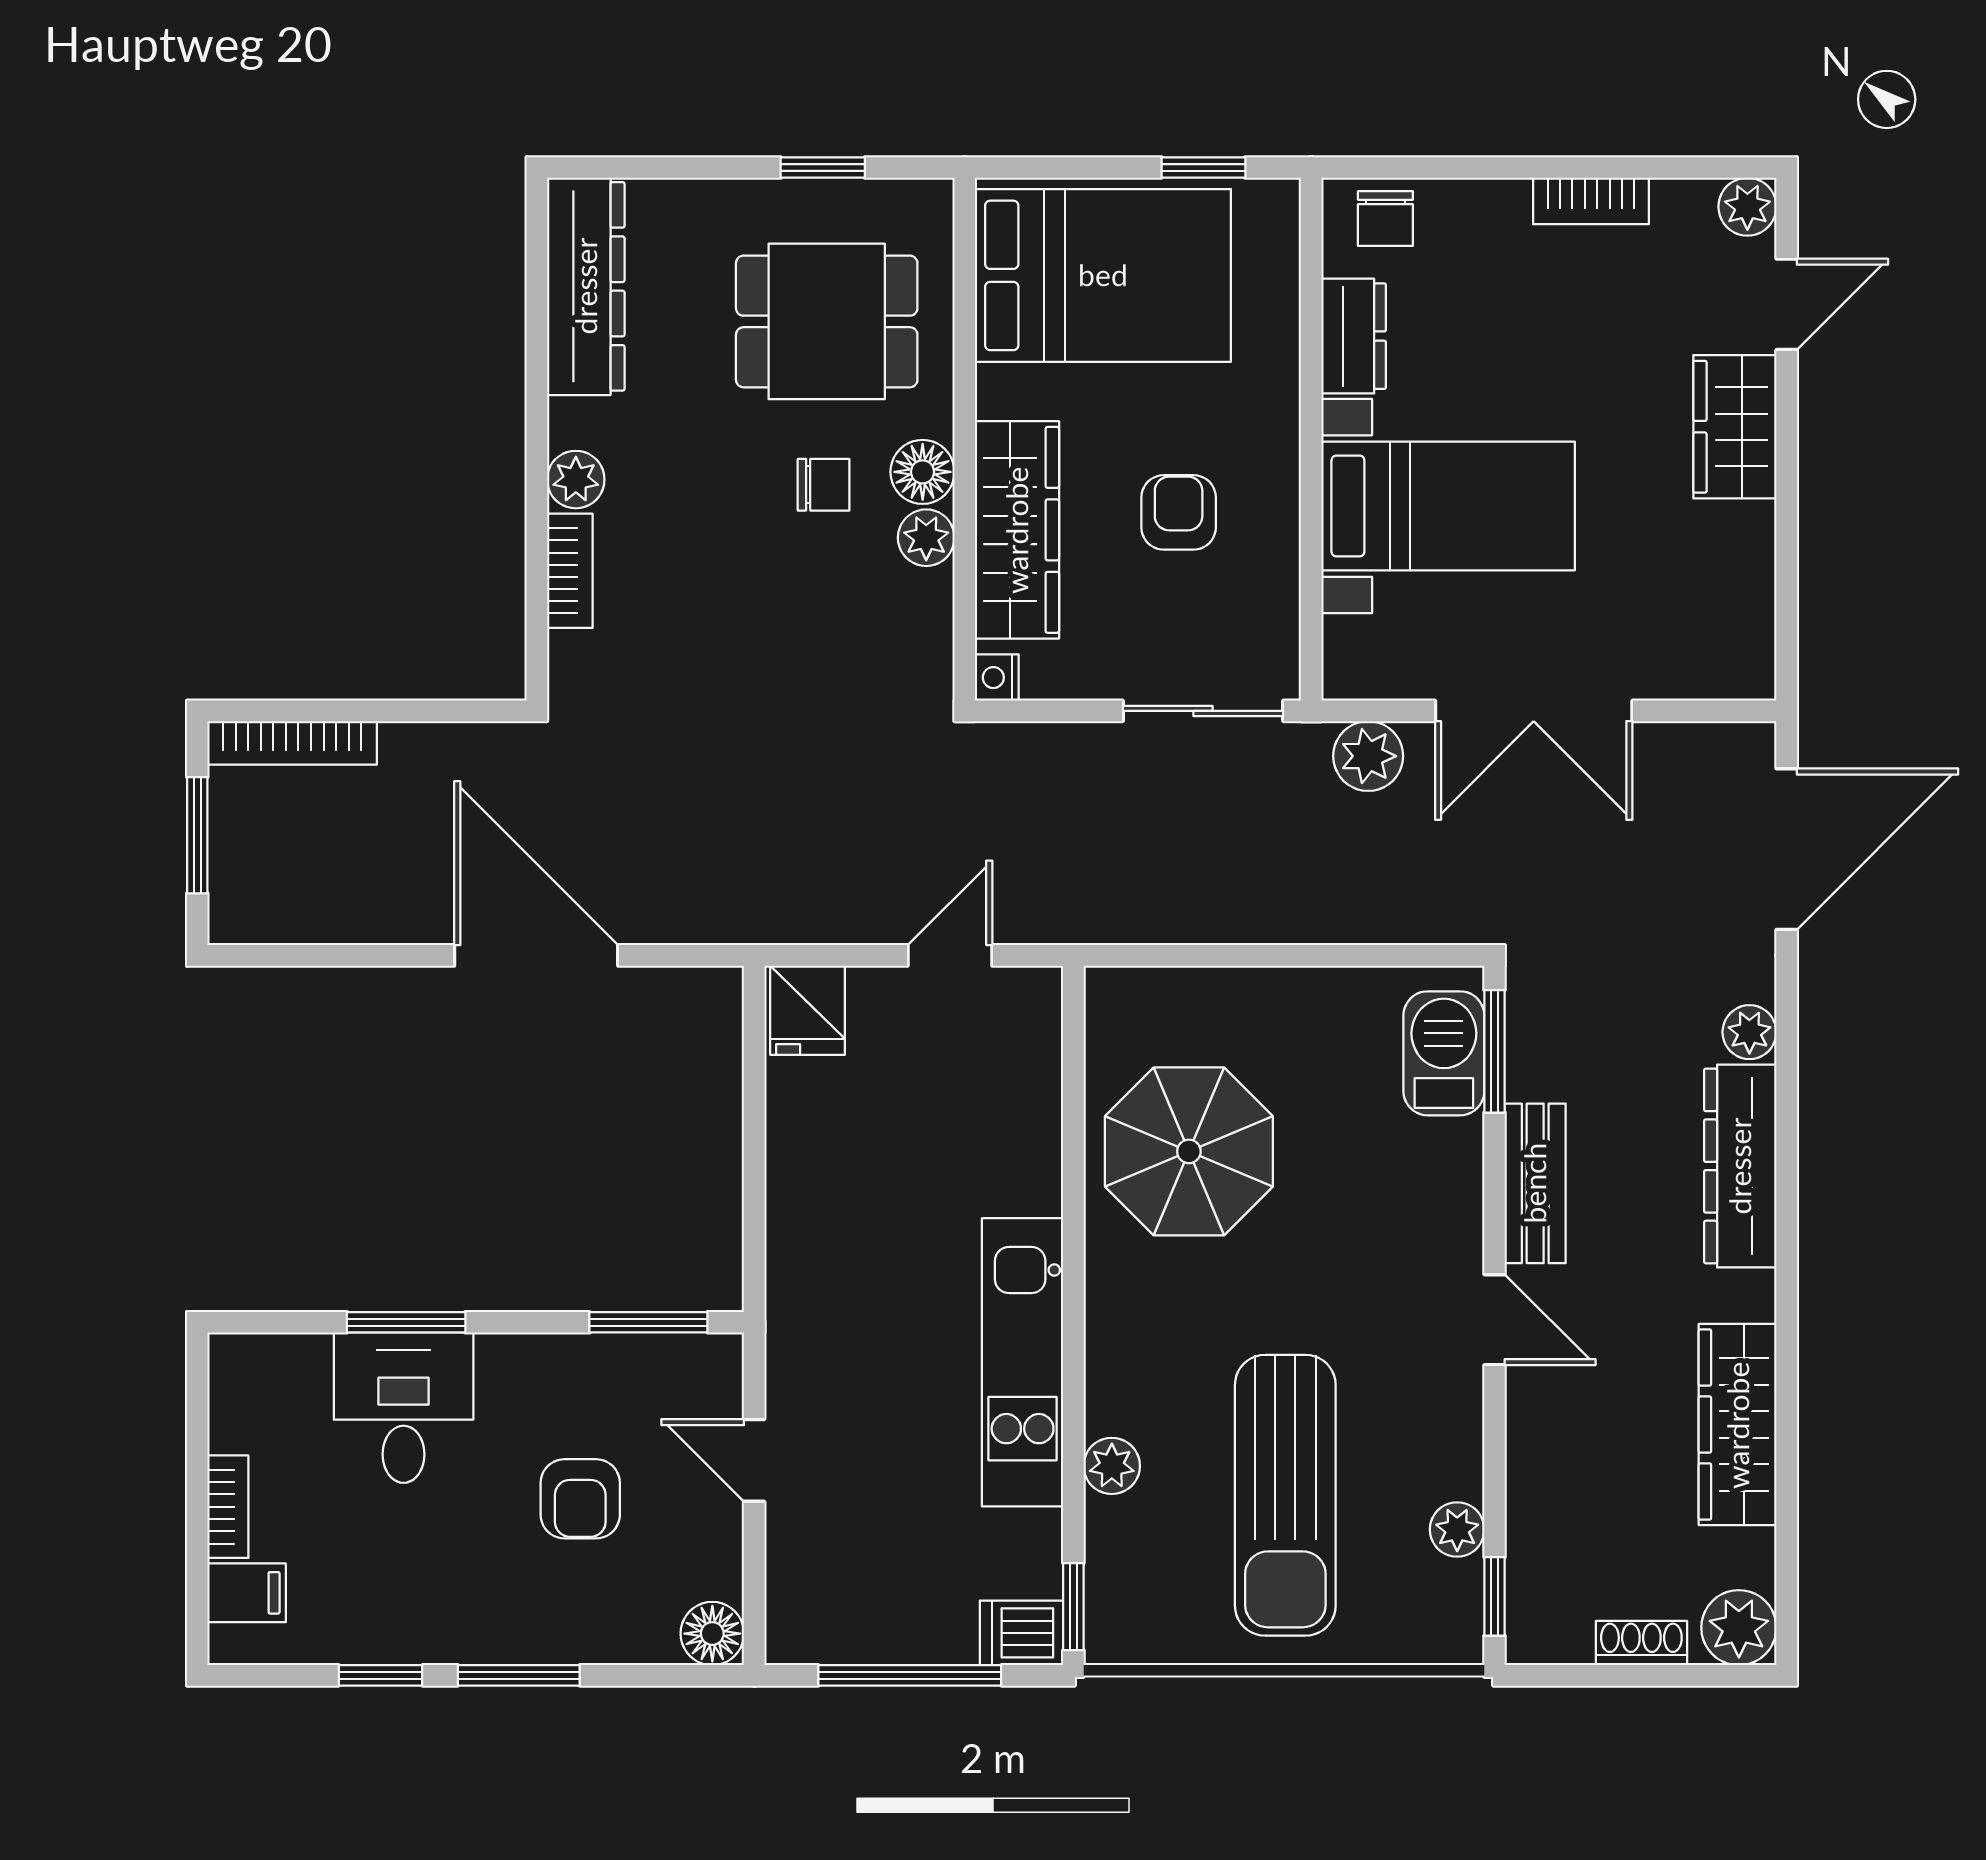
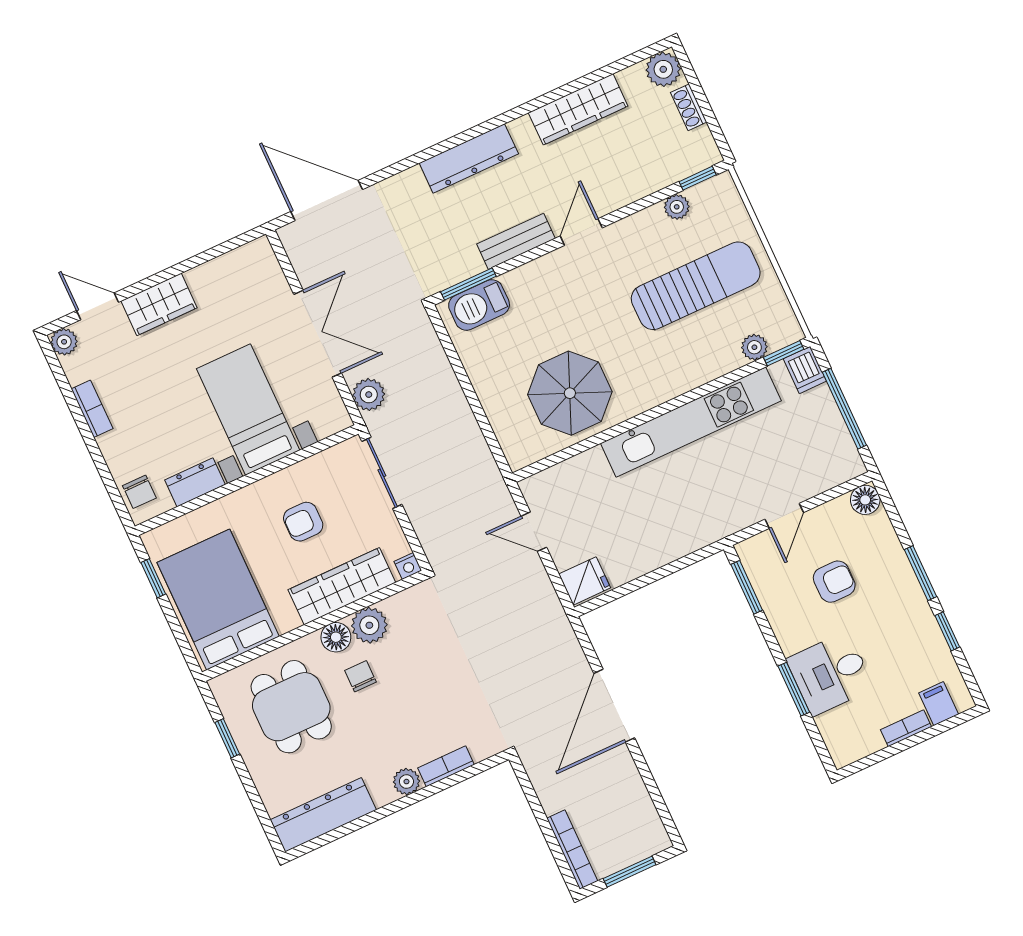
chair: (1385, 218) -> (139, 492), turned 90
plant: (926, 538) -> (369, 625), width x1.38, depth x1.38
plant: (1749, 1032) -> (411, 181), removed
kitchen unit: (1023, 1362) -> (691, 422), width x1.36
plant: (1112, 1466) -> (754, 347), moved

